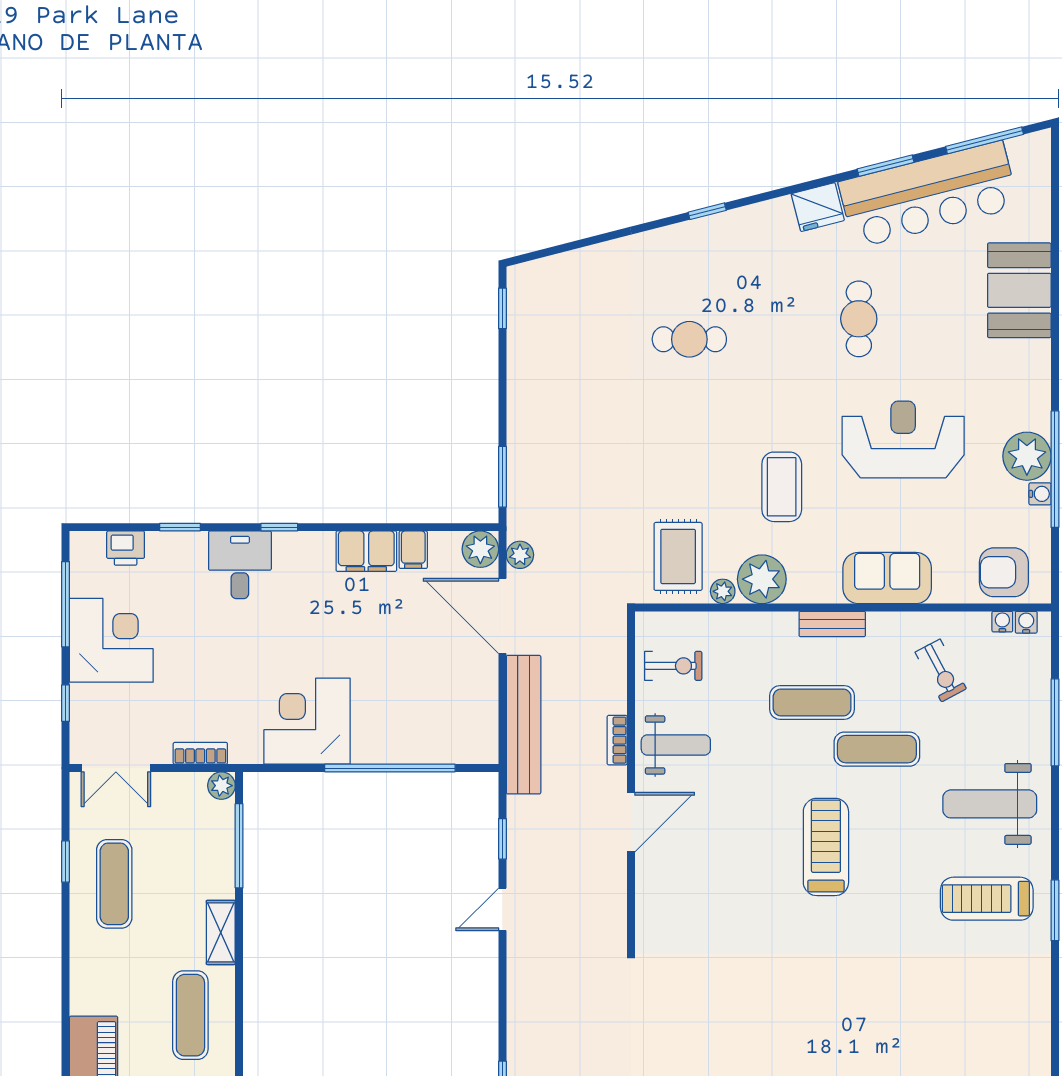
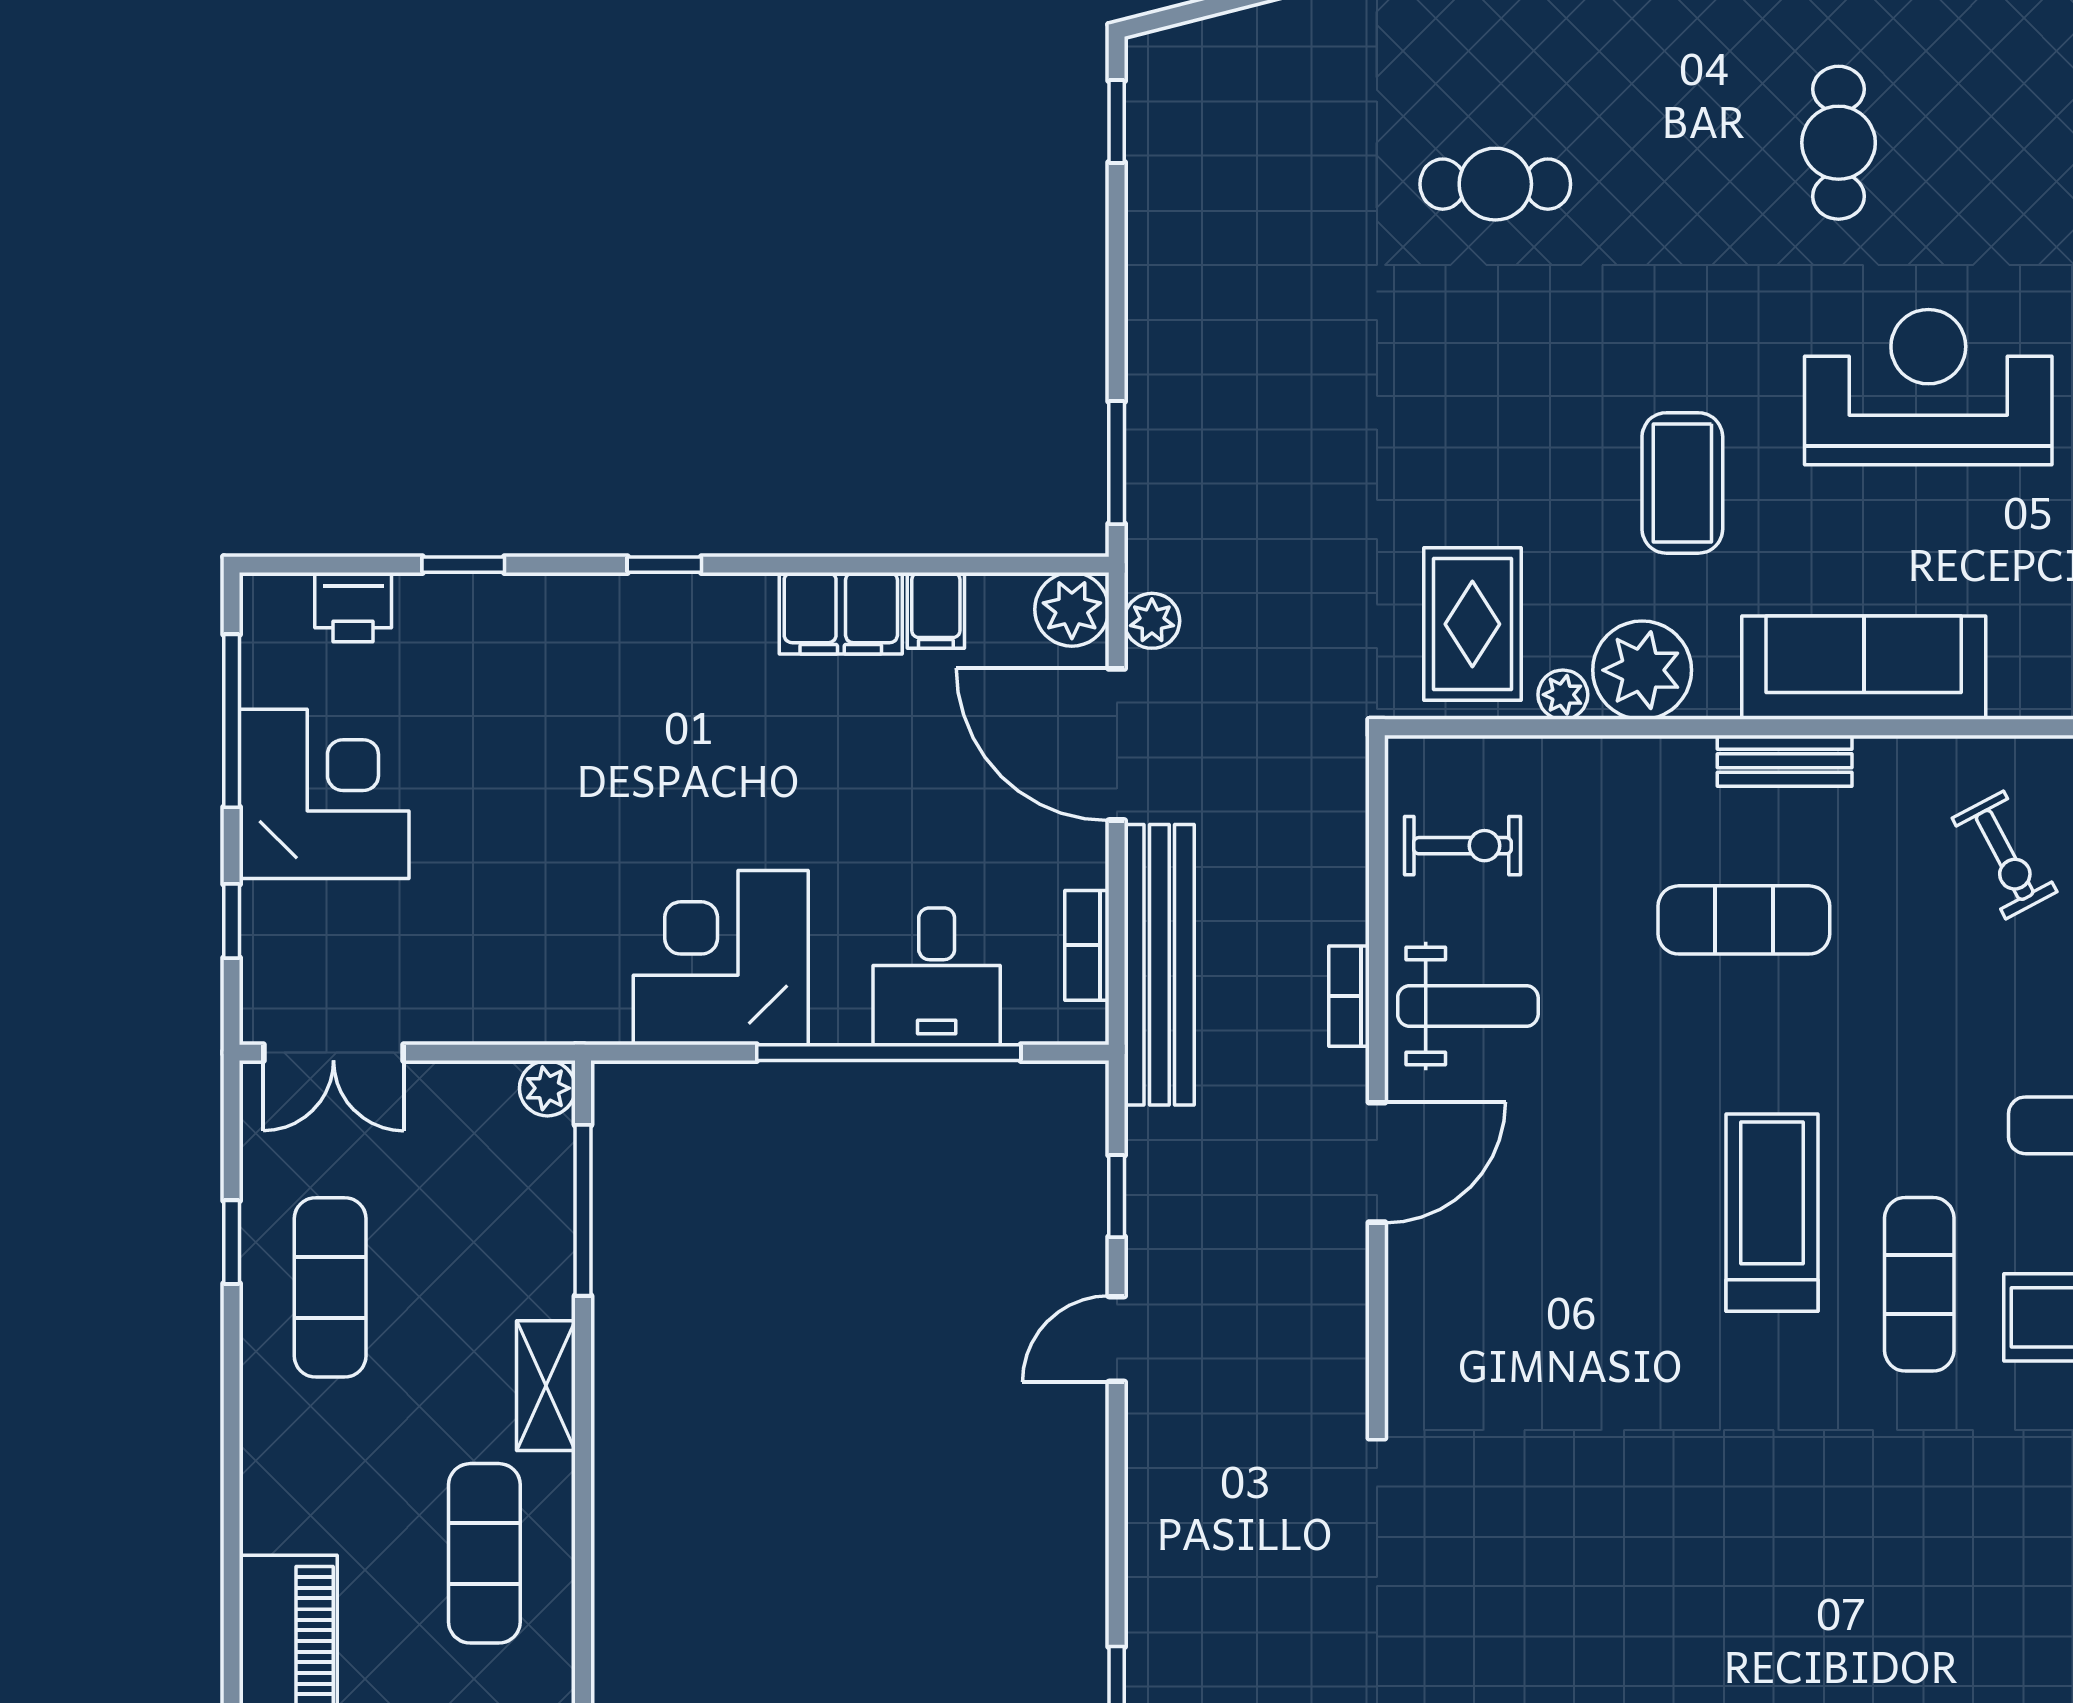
desk: (240, 565) -> (937, 976), moved, turned 180
sofa: (887, 578) -> (1864, 668), width x1.36
exercise mat: (877, 749) -> (1919, 1284), moved, turned 90
bookcase: (200, 753) -> (1087, 945), moved, turned -90

